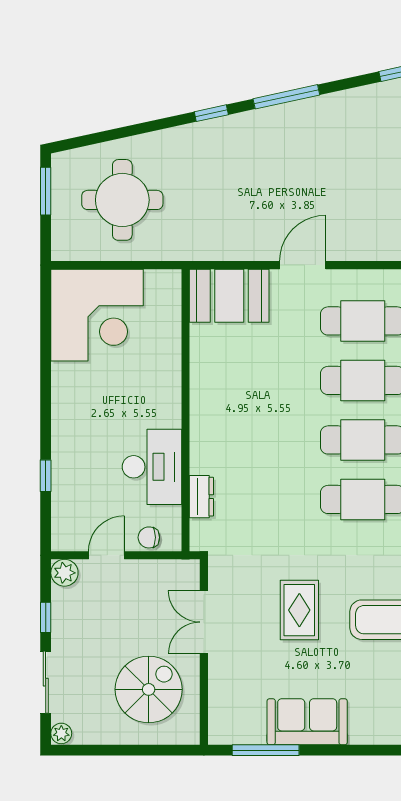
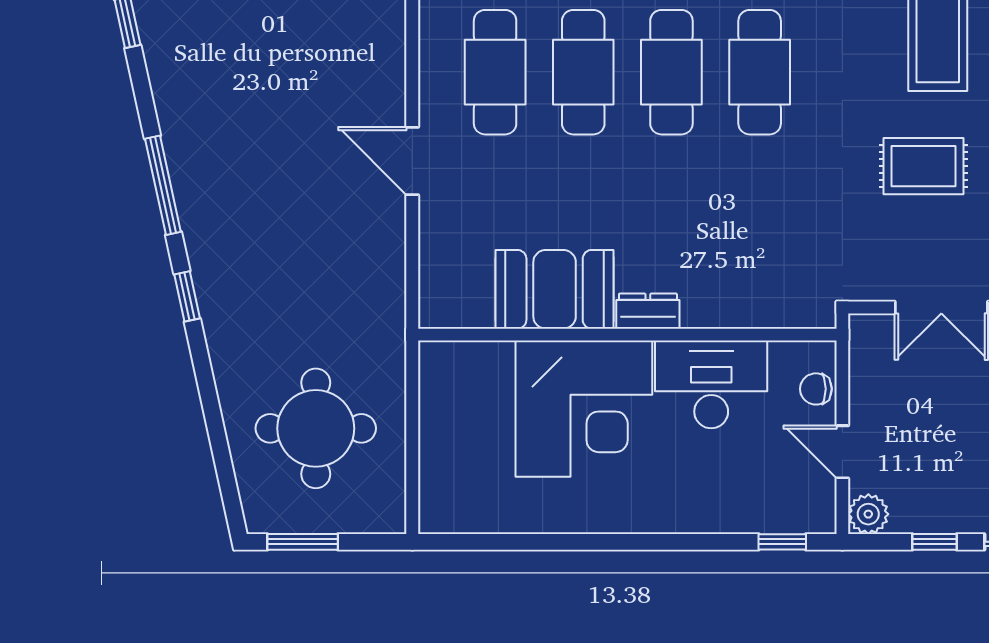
booth: (229, 296) -> (555, 289), moved, turned 90
corner desk: (97, 315) -> (584, 409), moved, turned 90
window: (46, 476) -> (782, 542), moved
dresser: (201, 497) -> (648, 311), moved
chair: (149, 537) -> (816, 389), turned 90

